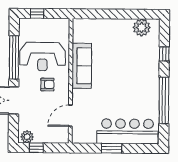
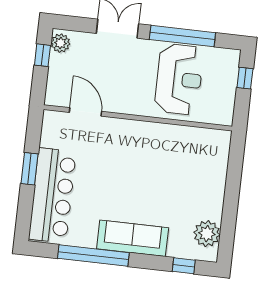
window: (164, 54) -> (184, 266), moved
reception desk: (42, 57) -> (179, 79), turned 180
sofa: (82, 66) -> (133, 238), moved, turned 180
armchair: (47, 84) -> (136, 82), removed

